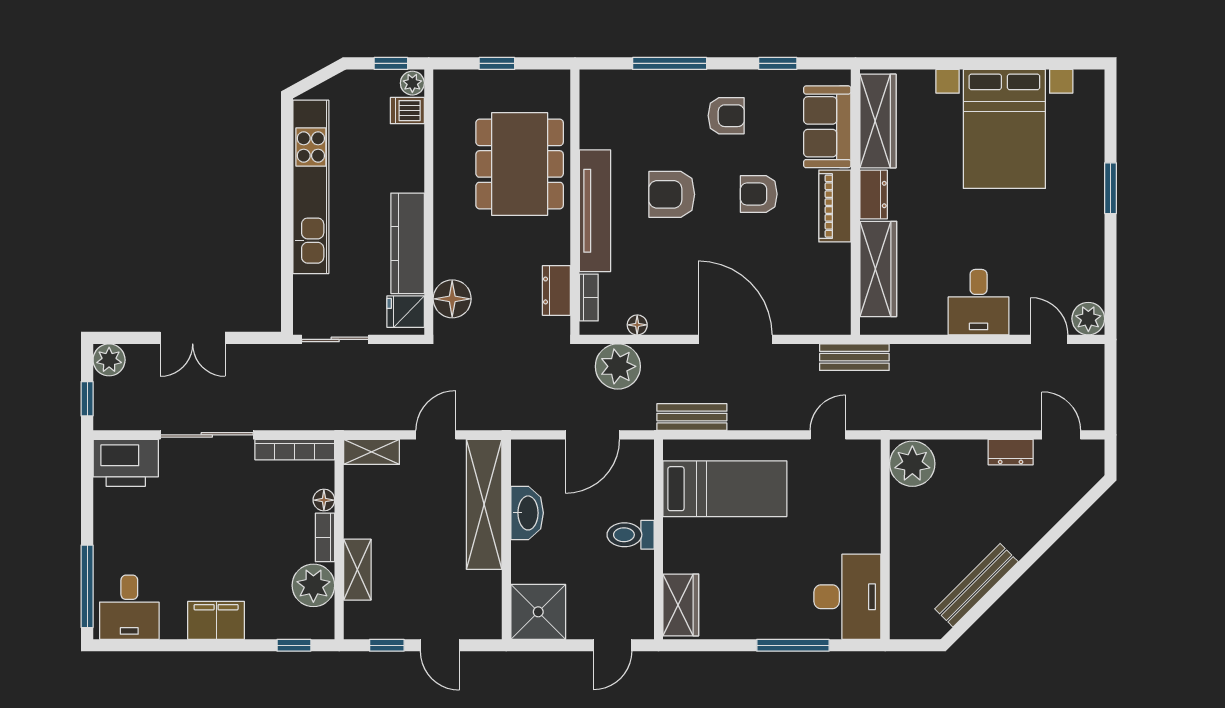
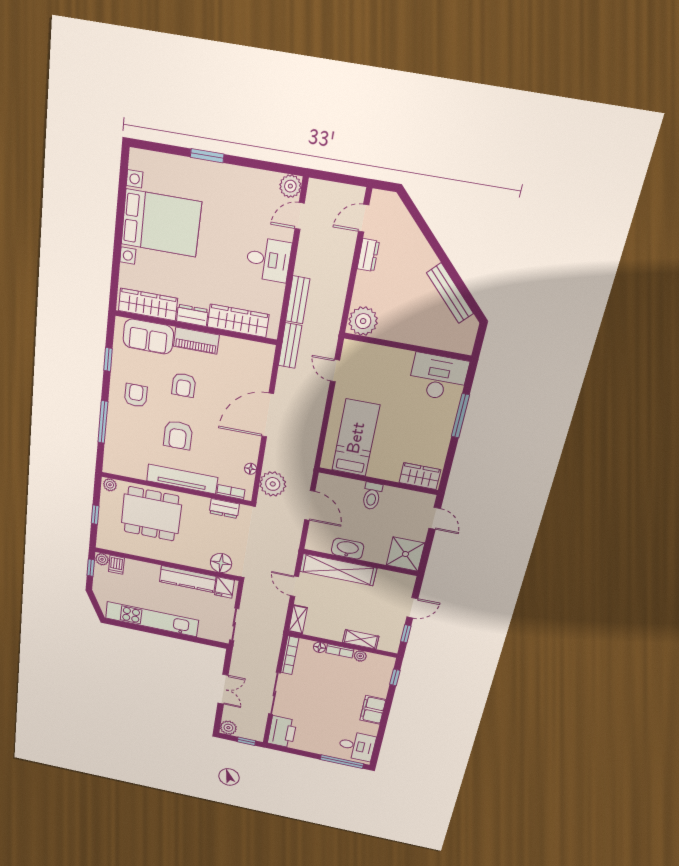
plant: (559, 85) -> (110, 485), added
bench: (692, 417) -> (298, 300), moved
plant: (313, 585) -> (360, 656), width x0.53, depth x0.53

